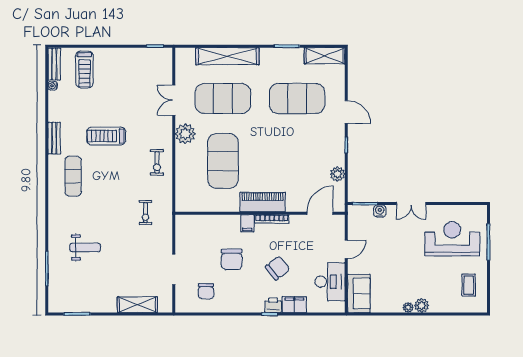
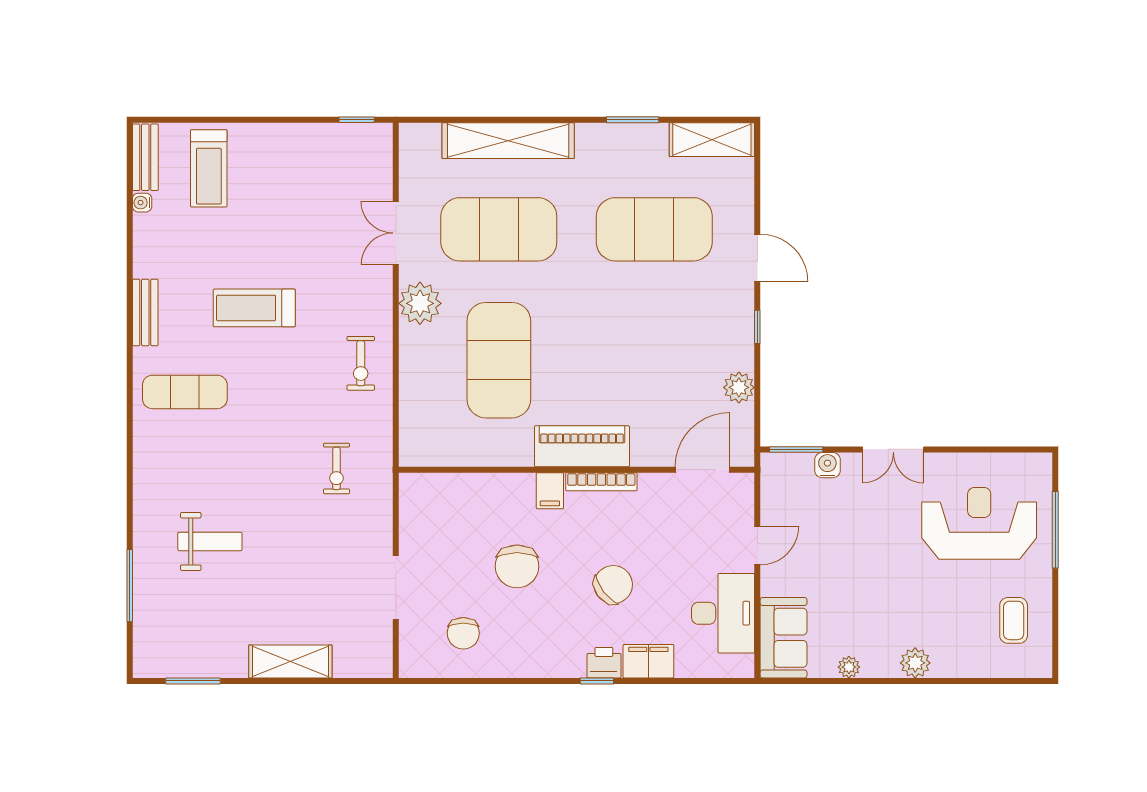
exercise mat: (73, 176) -> (185, 392), turned 90
shelving: (137, 305) -> (290, 661), moved
plant: (408, 307) -> (849, 667), moved

